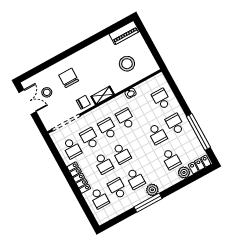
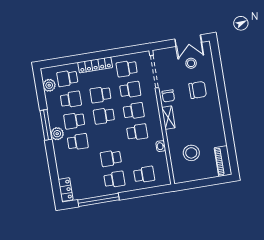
school desk: (171, 159) -> (78, 142), moved, turned 180
plant: (184, 172) -> (49, 85), moved

